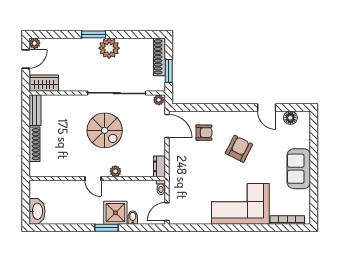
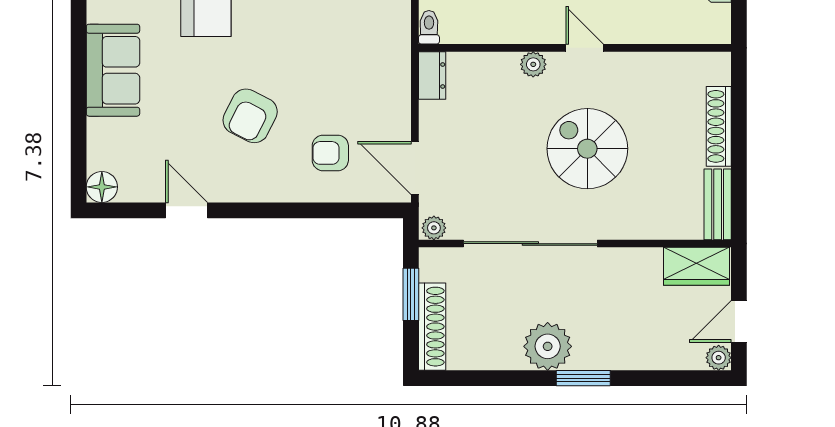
floor lamp: (290, 118) -> (102, 187), moved
spiral stairs: (105, 130) -> (587, 149), moved

